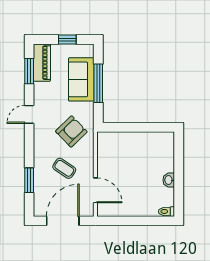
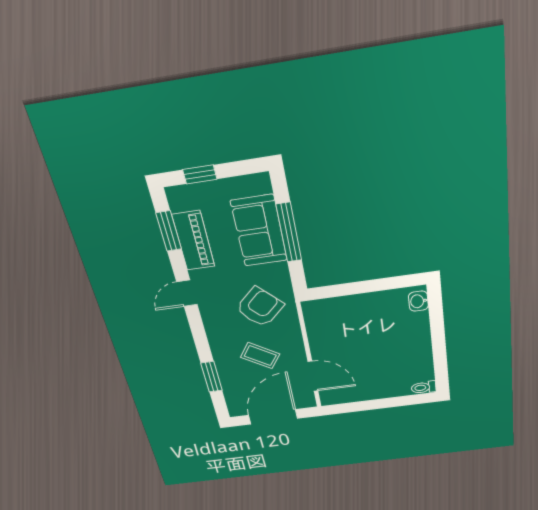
window: (67, 39) -> (200, 174), moved
piano: (42, 63) -> (193, 241), moved
washbasin: (169, 180) -> (418, 301), moved

